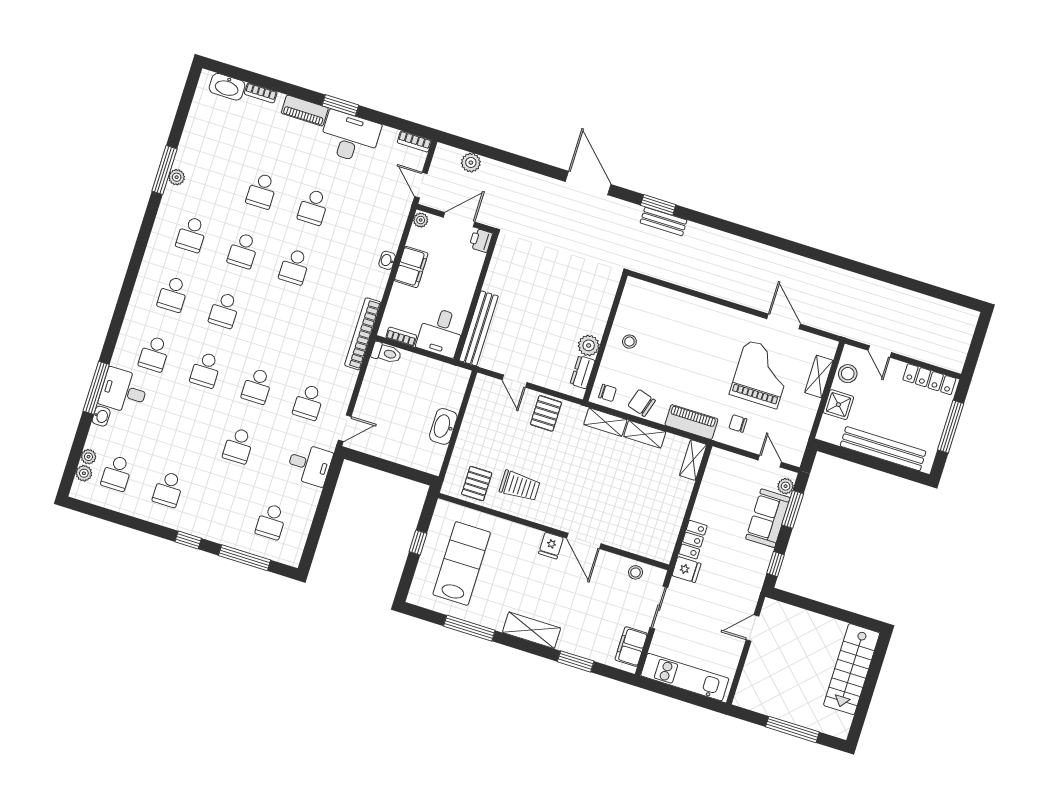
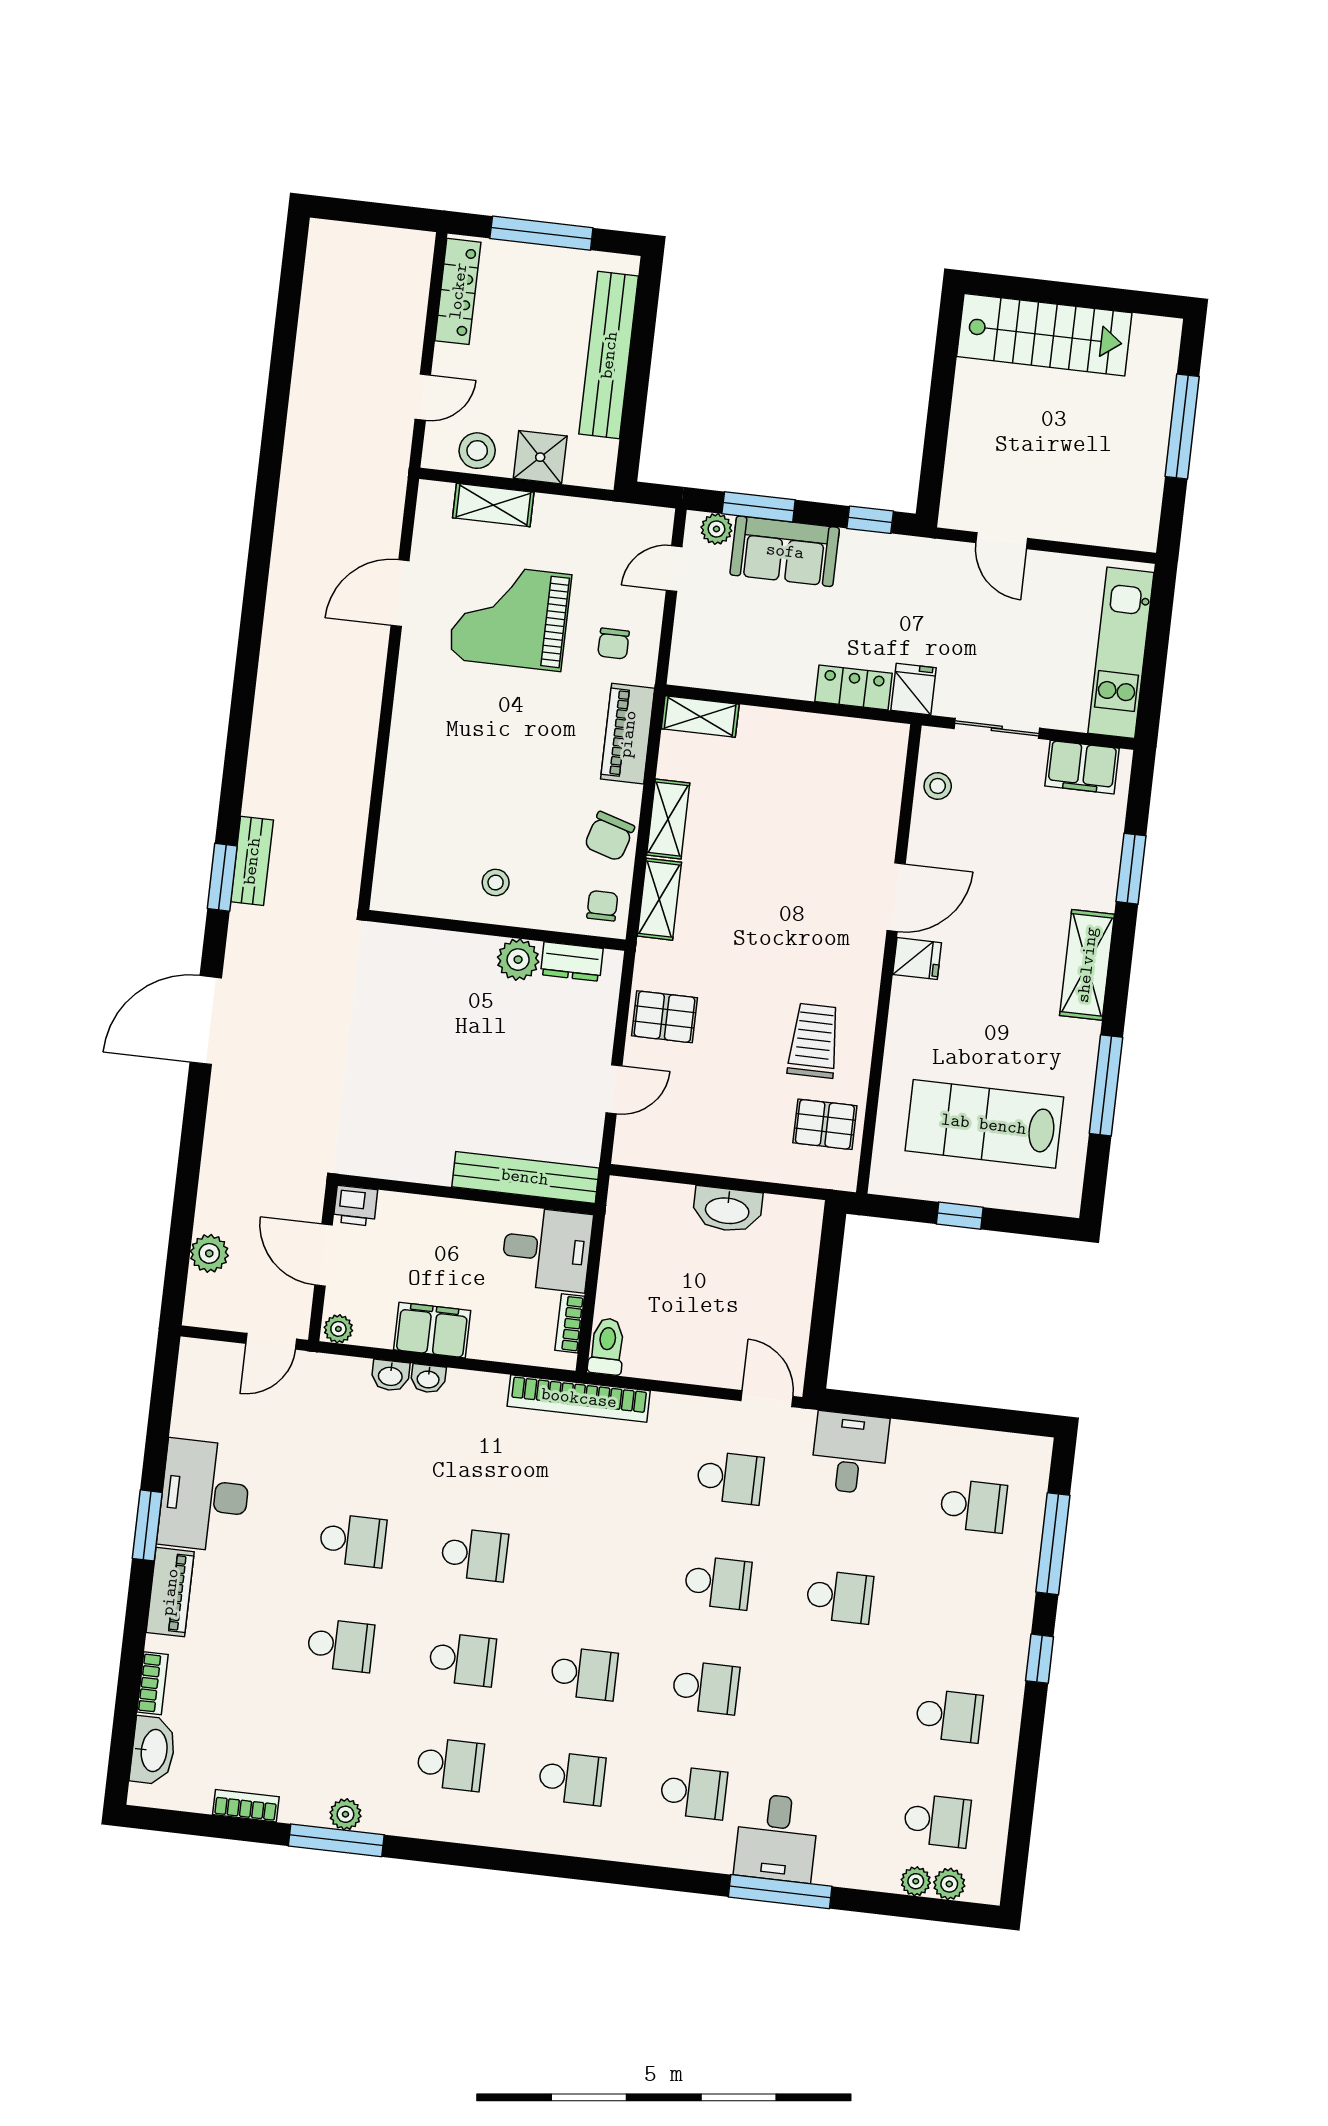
bookcase: (414, 141) -> (246, 1806), moved, turned -90
washbasin: (101, 416) -> (390, 1375), moved, turned 180

